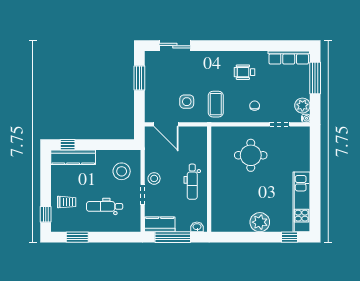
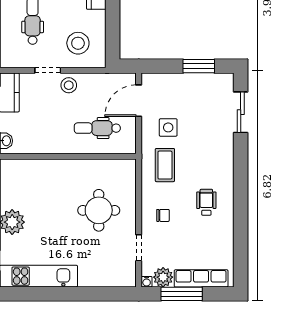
row of seats: (289, 58) -> (201, 278), moved, turned 90
window: (315, 78) -> (182, 294), moved
coffee table: (216, 104) -> (165, 165), turned 90
dental chair: (192, 182) -> (97, 128), moved

